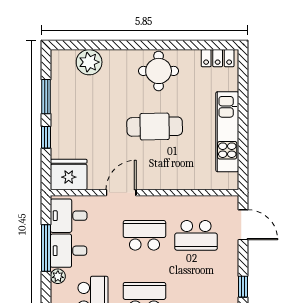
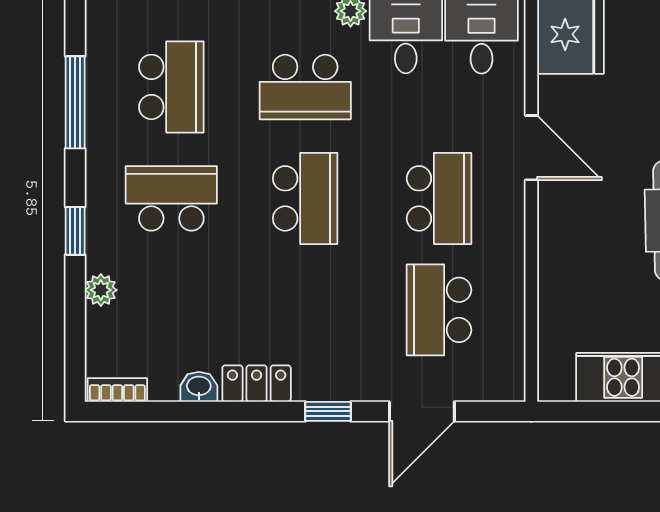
door: (243, 225) -> (422, 411), moved

